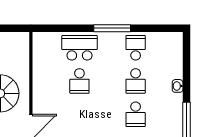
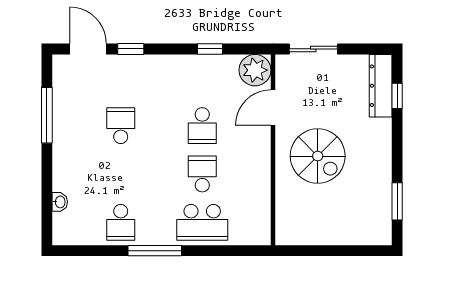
school desk: (136, 81) -> (202, 126), moved, turned 180
washbasin: (178, 86) -> (60, 202), moved

